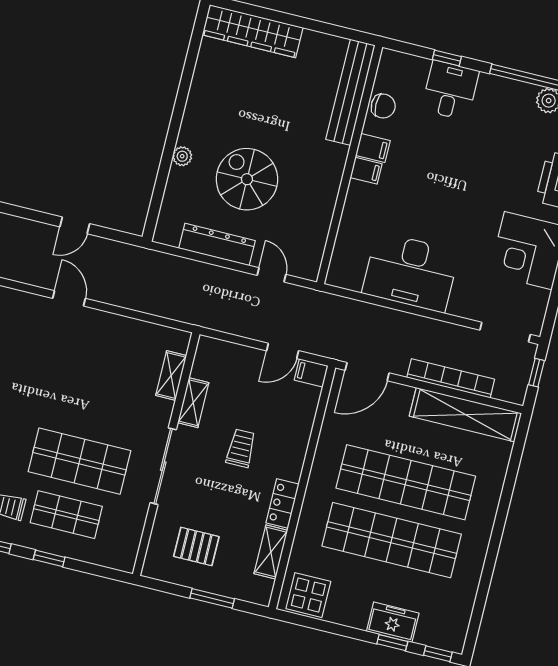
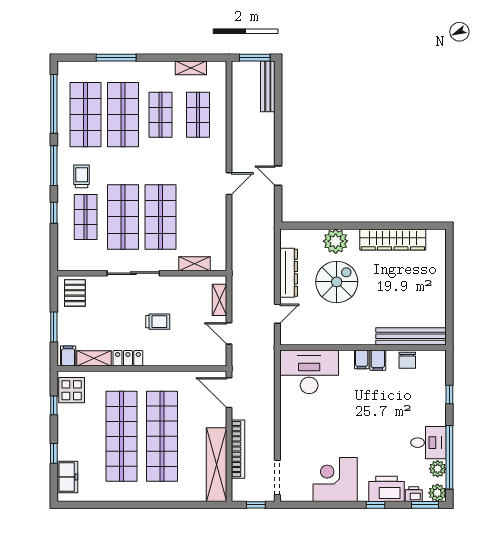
wardrobe: (253, 31) -> (393, 239), moved, turned -90
desk: (450, 90) -> (428, 443), moved
plant: (182, 156) -> (336, 241), width x1.88, depth x1.88
desk: (411, 272) -> (309, 372), moved, turned 90
filing cabinet: (311, 373) -> (68, 356), moved
shelving: (193, 403) -> (219, 300), moved, turned 90
shop shelf: (93, 408) -> (161, 217), added
pallet: (196, 546) -> (75, 293), moved
freezer: (393, 622) -> (67, 477), moved
window: (438, 654) -> (54, 405), moved

